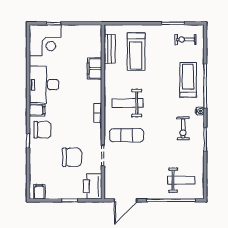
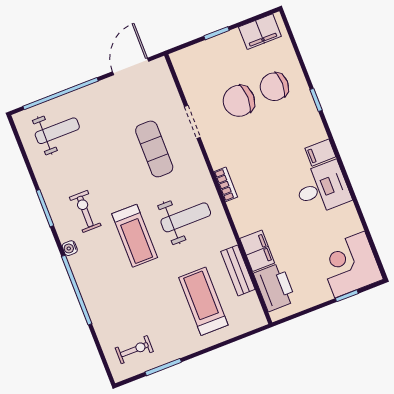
bench: (110, 49) -> (238, 270), moved
treadmill: (188, 80) -> (135, 236), moved
desk: (44, 85) -> (322, 188), width x0.73
chair: (42, 130) -> (274, 87), moved
exercise mat: (127, 135) -> (154, 149), moved, turned 90
weight bench: (181, 180) -> (57, 131), turned 180
printer: (93, 186) -> (275, 287), moved
filing cabinet: (39, 192) -> (260, 32), width x2.00

